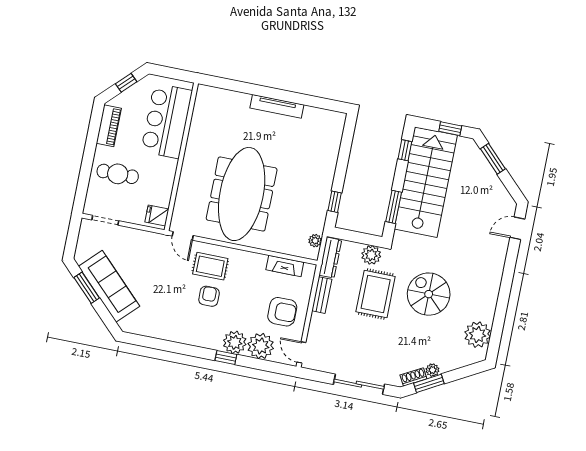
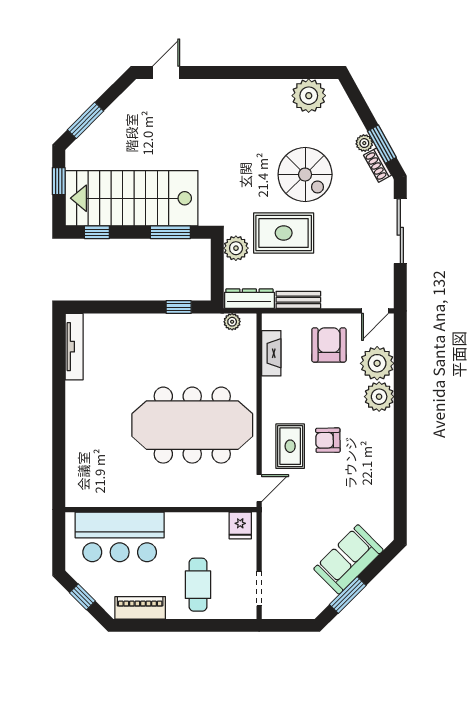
tv unit: (277, 106) -> (74, 347), moved
door: (517, 228) -> (166, 72), swing flipped
sofa: (109, 286) -> (348, 559), width x0.73
spiral stairs: (429, 294) -> (305, 175), moved, turned -90
window: (226, 358) -> (400, 404), removed

